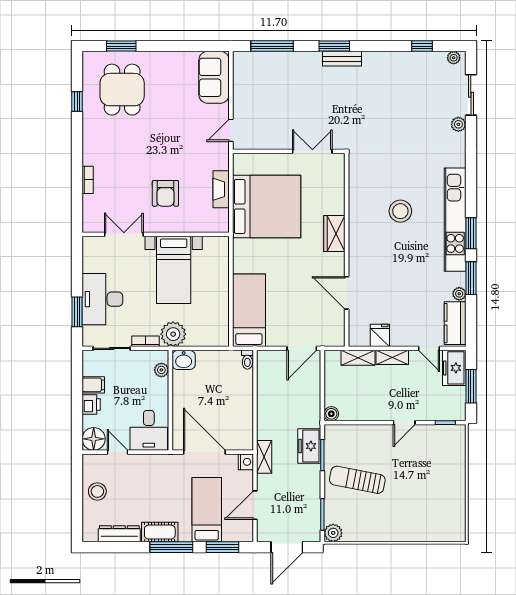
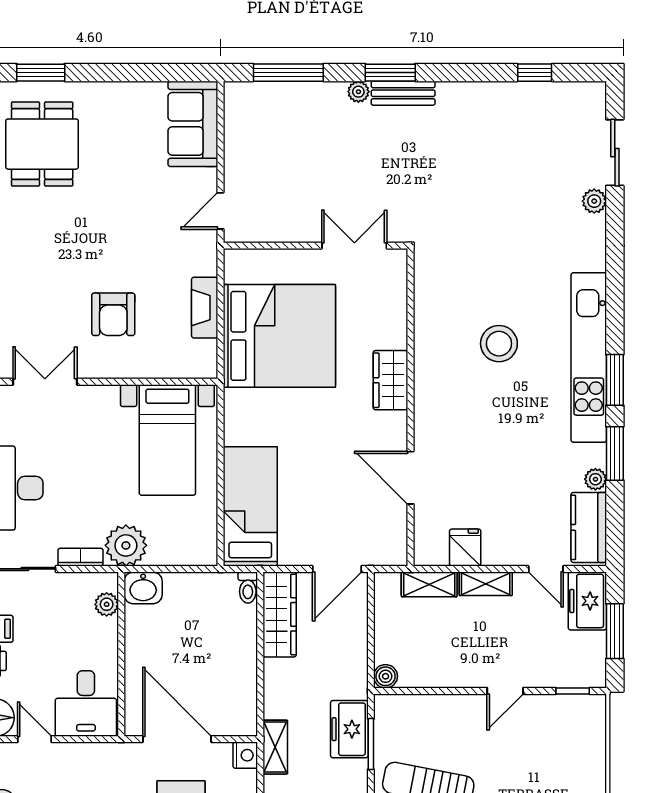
plant: (454, 58) -> (358, 92), moved
bed with nightstands: (174, 270) -> (167, 440), moved
wardrobe: (267, 376) -> (280, 614), added

